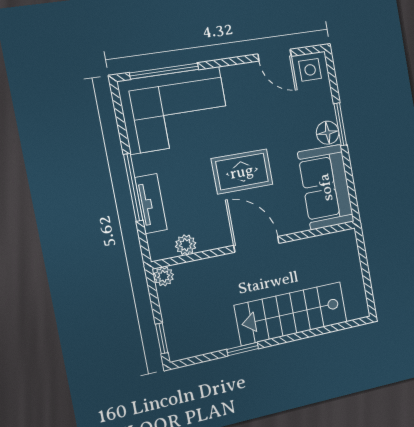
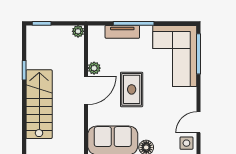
plant: (186, 245) -> (94, 68), moved

